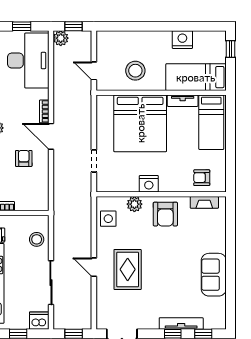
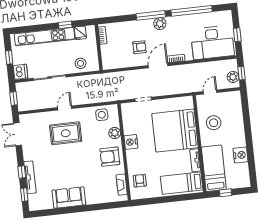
plant: (61, 38) -> (233, 77), moved
window: (230, 49) -> (226, 193), moved

